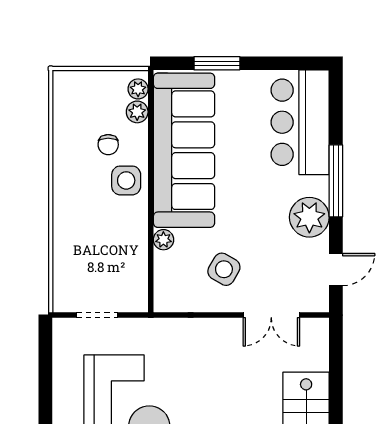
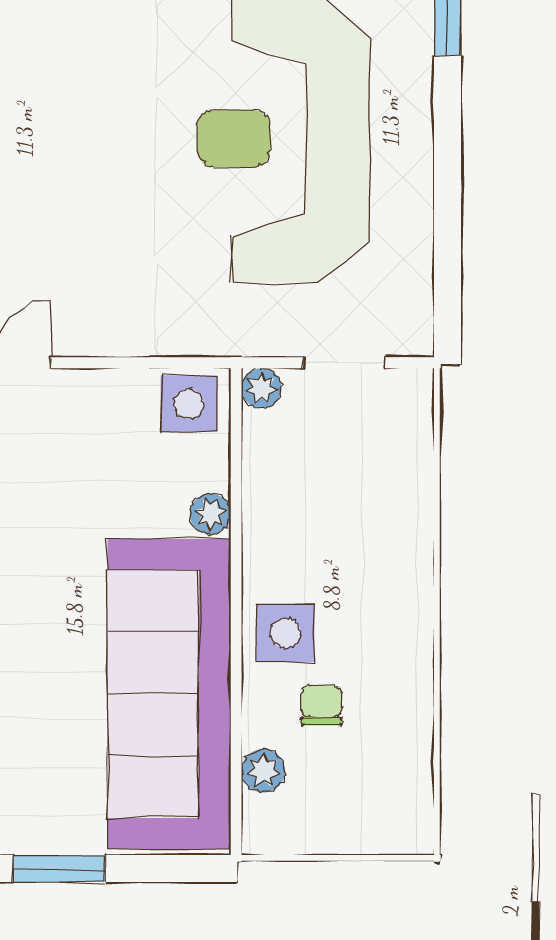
window: (217, 63) -> (59, 869), moved
plant: (138, 89) -> (262, 388), moved
side table: (224, 269) -> (189, 404), moved, turned -30

